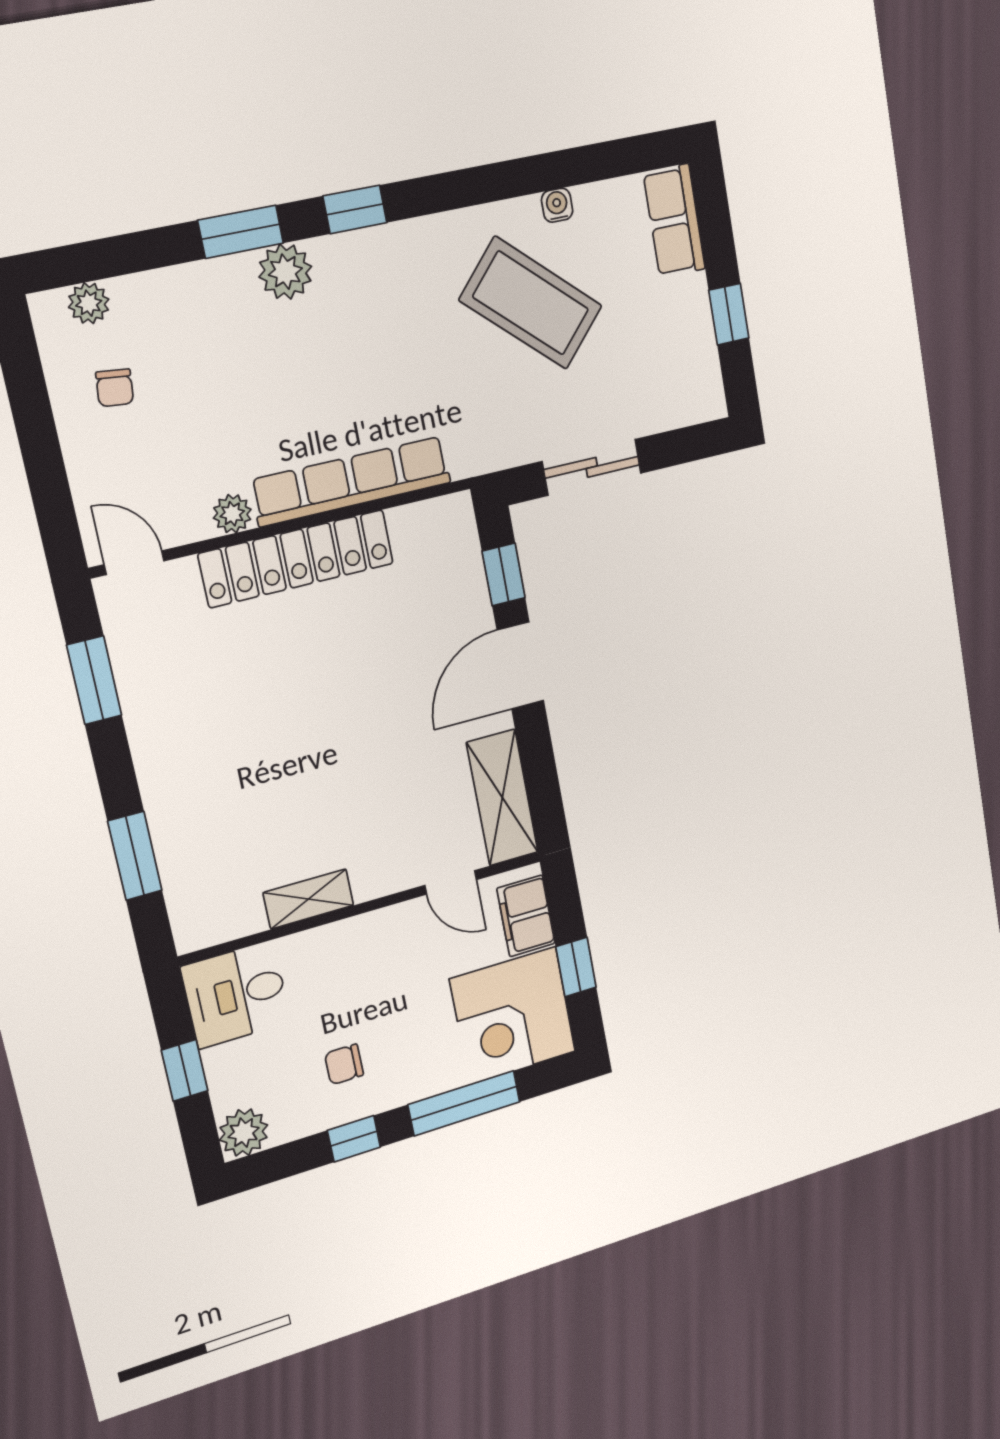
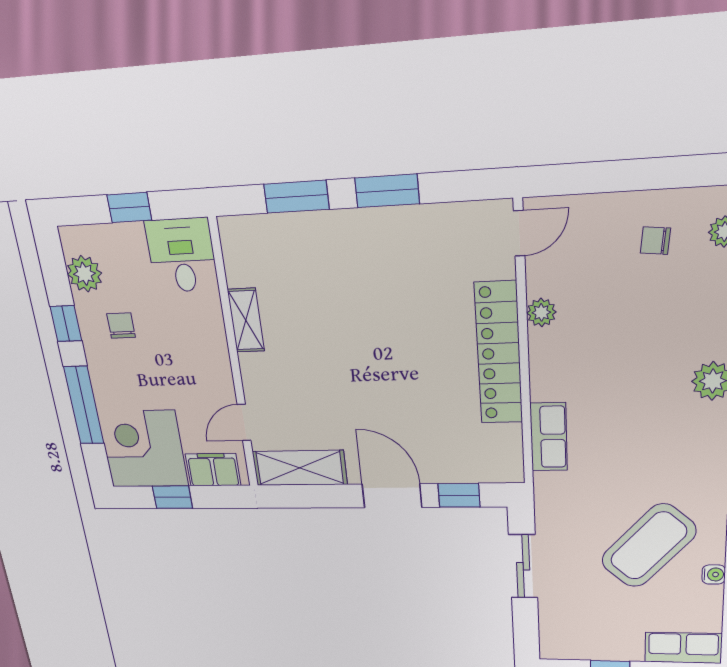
row of seats: (351, 481) -> (549, 437), width x0.50
window: (94, 680) -> (387, 191), moved
plant: (244, 1133) -> (84, 274), moved

